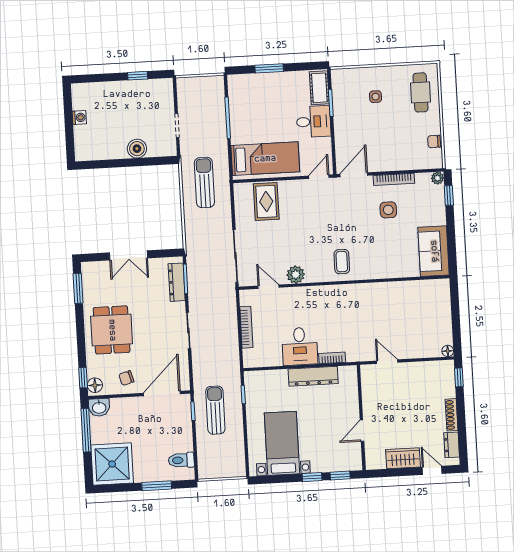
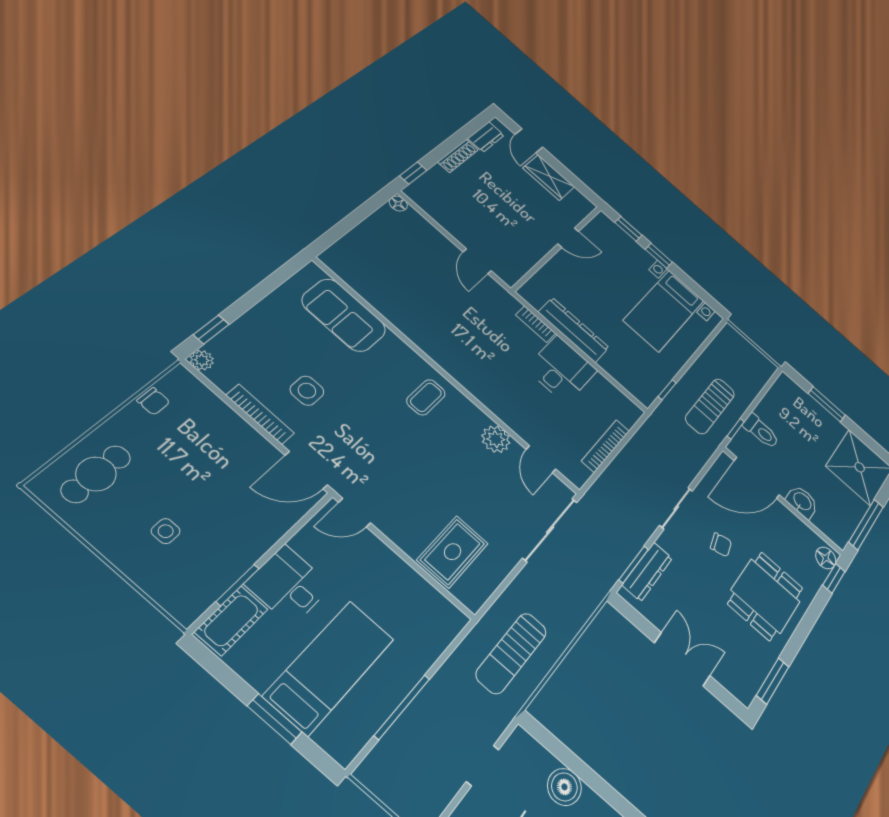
bed: (265, 159) -> (330, 667), moved, turned 90
sofa: (434, 251) -> (344, 315), moved, turned 90
chair: (126, 378) -> (721, 545), moved
washbasin: (99, 407) -> (802, 502), moved
toilet: (181, 460) -> (761, 431), moved

